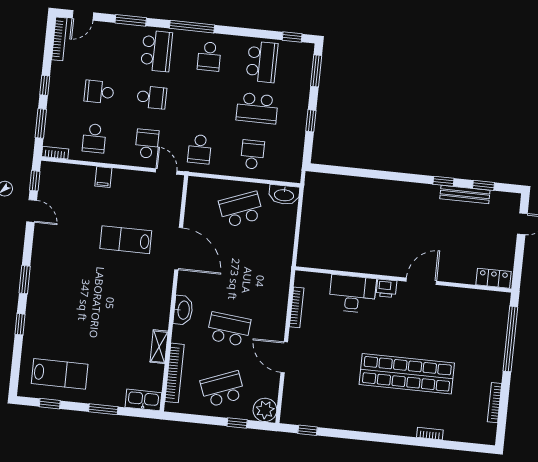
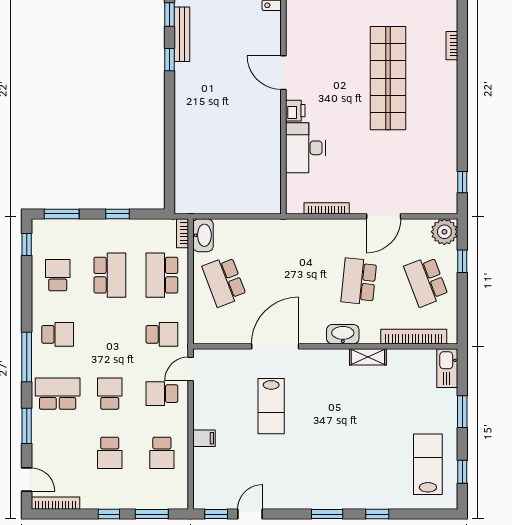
school desk: (262, 62) -> (58, 275), width x0.54
school desk: (94, 138) -> (162, 453), turned 90
bookcase: (55, 153) -> (182, 233), moved
school desk: (252, 155) -> (162, 275), width x1.85
shelving: (159, 347) -> (368, 357), moved

